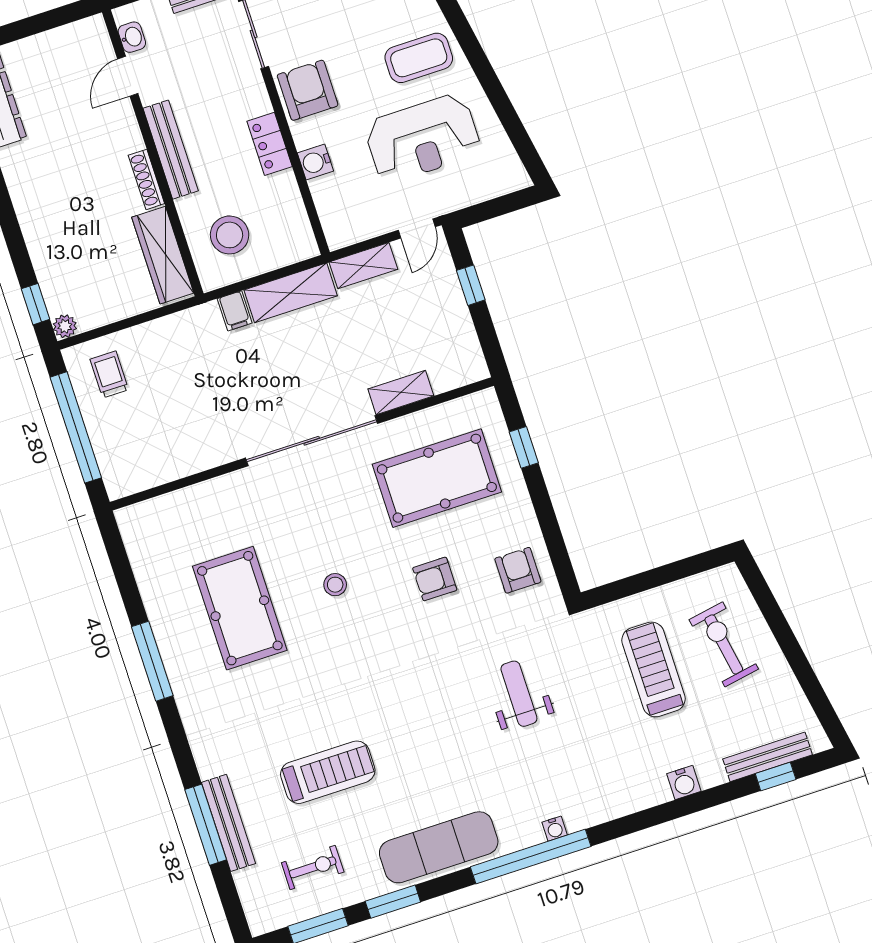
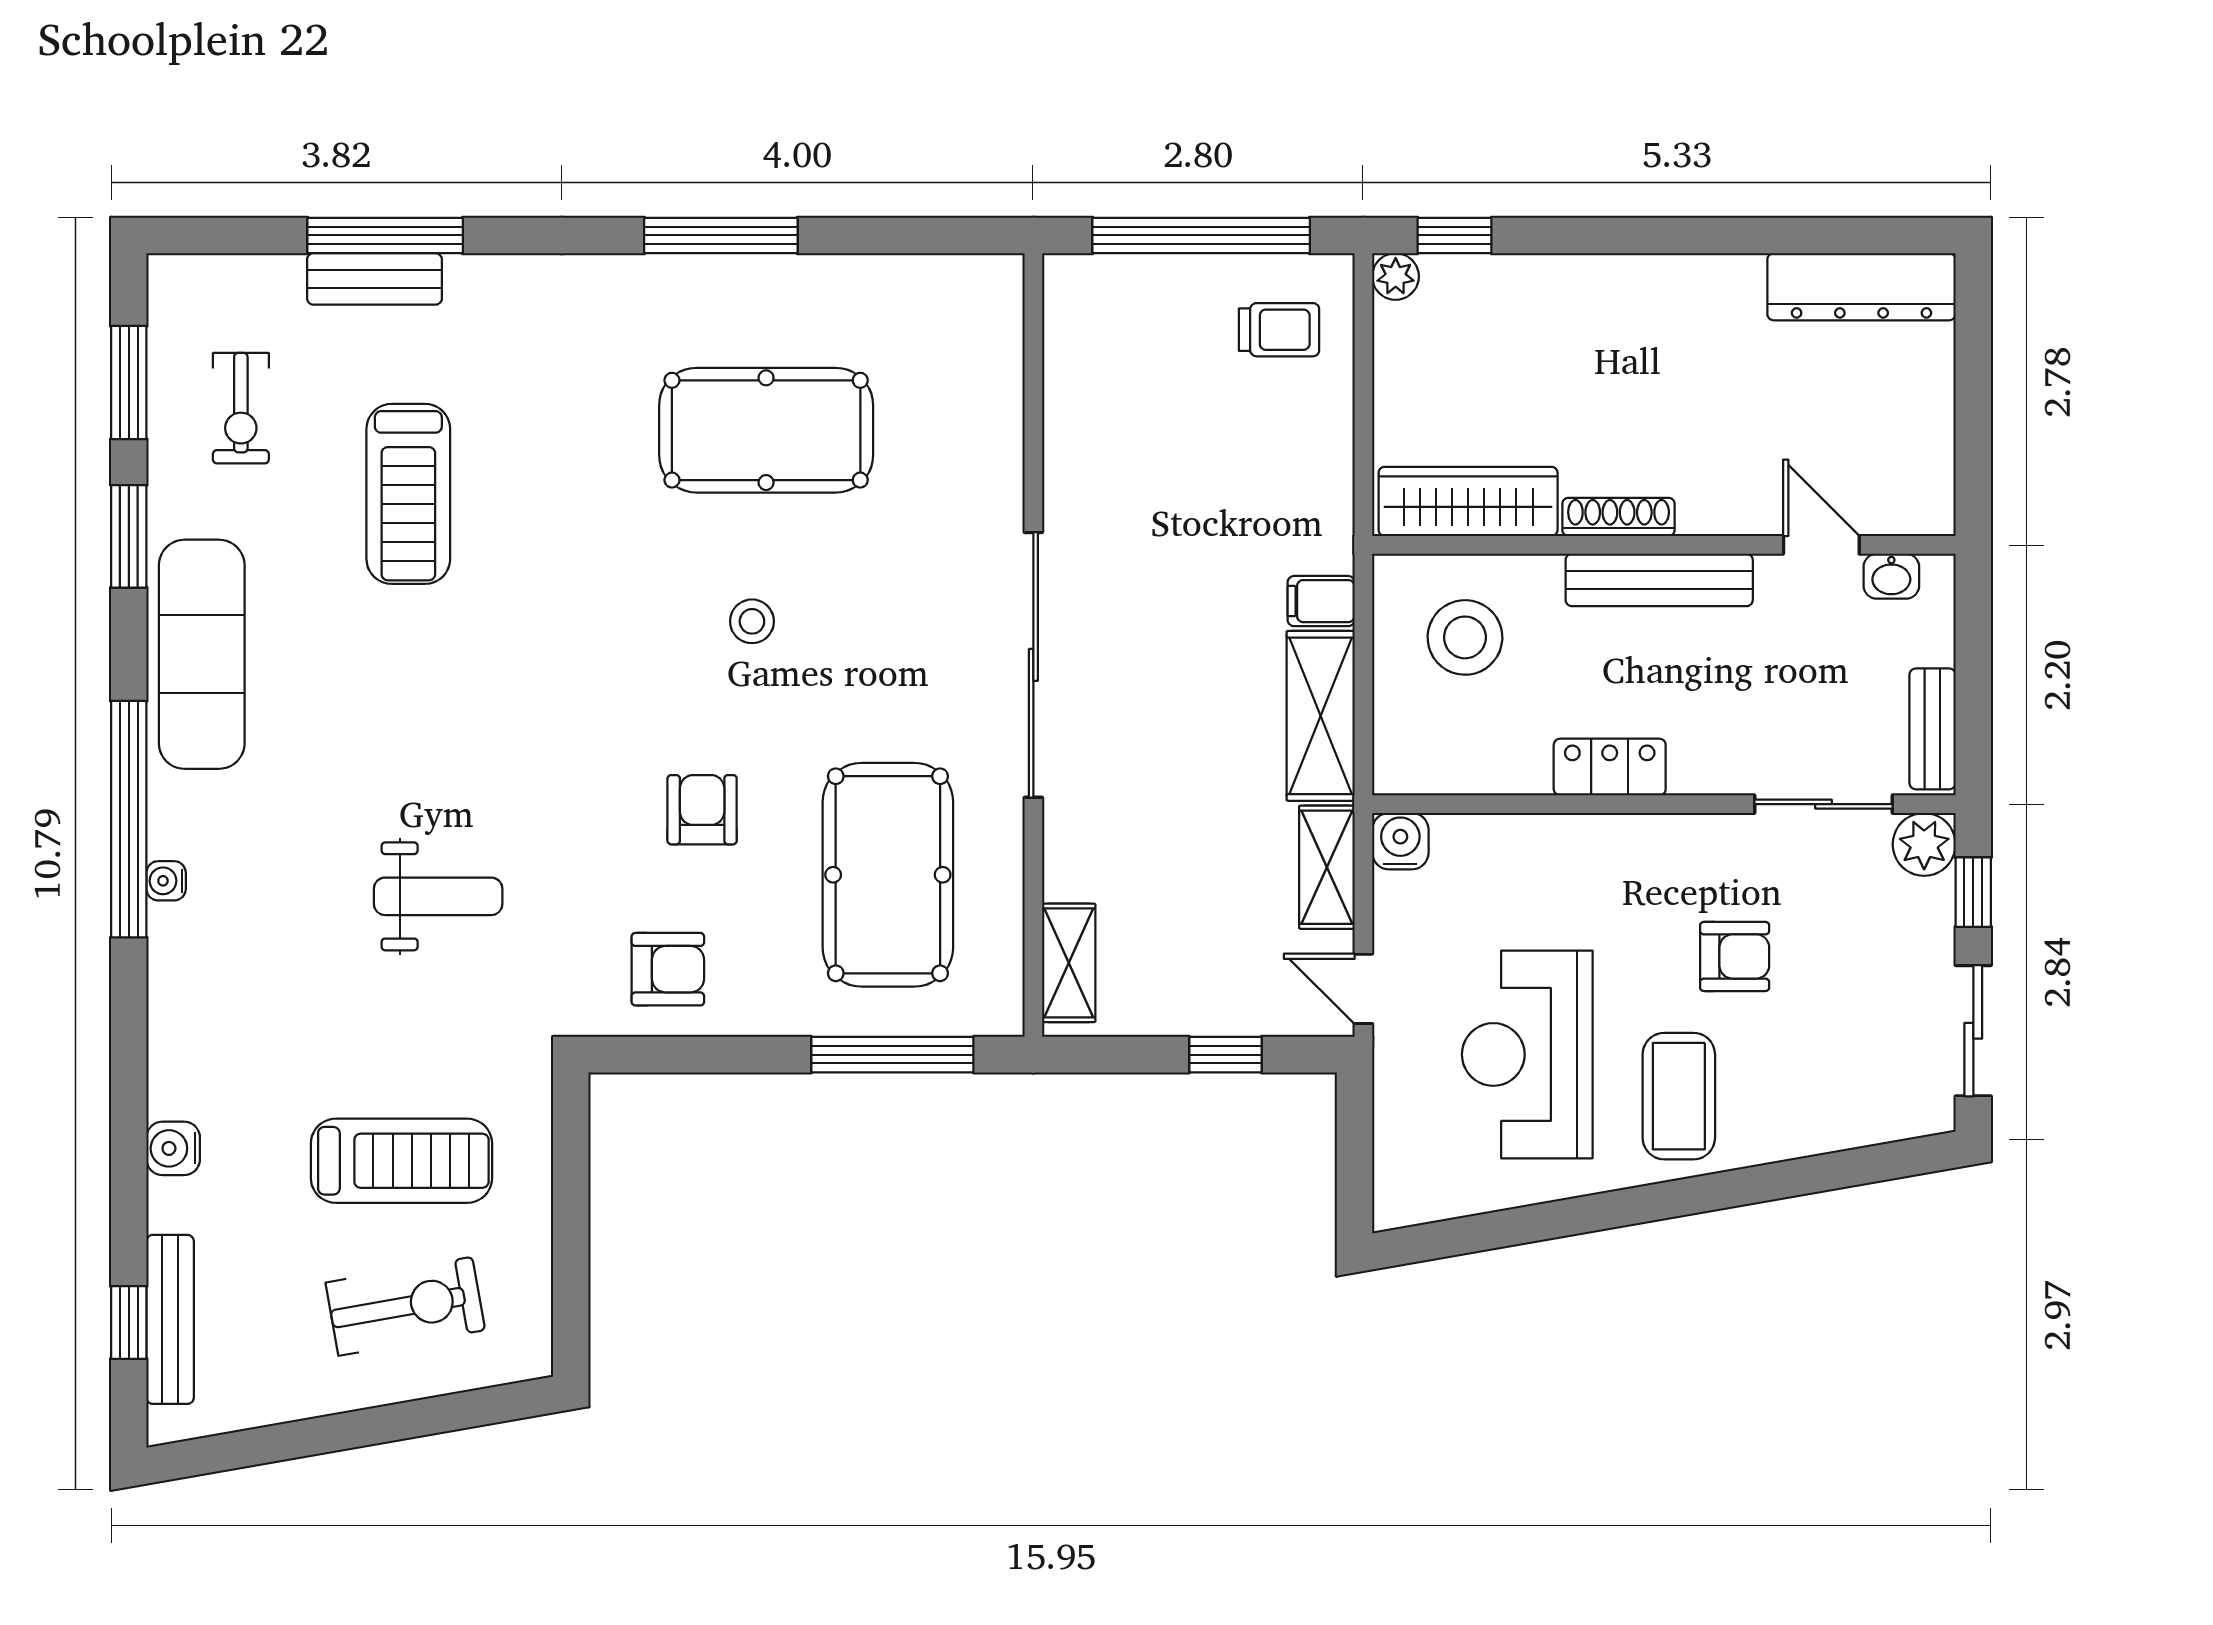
armchair: (308, 90) -> (1735, 956), moved, width x0.72, depth x0.72
water cooler: (315, 162) -> (1400, 841), moved
shelving: (401, 392) -> (1069, 963), moved
window: (524, 447) -> (892, 1055), width x2.17
bench: (228, 823) -> (374, 279), width x0.73

